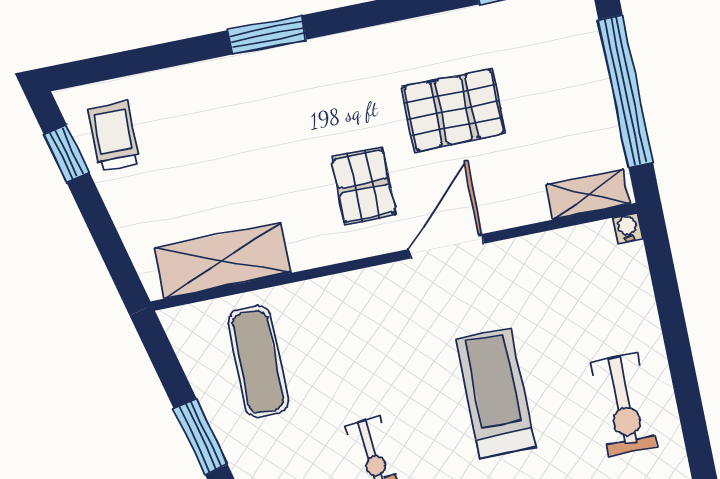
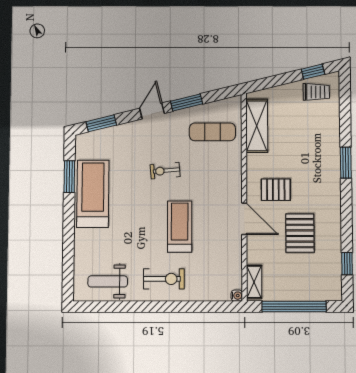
treadmill: (495, 393) -> (180, 227), turned -90
exercise bike: (623, 405) -> (164, 279), turned 180

